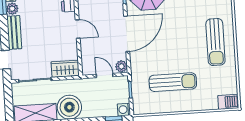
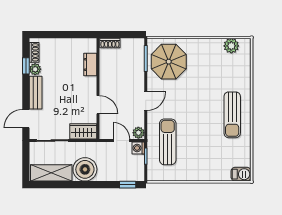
door: (78, 29) -> (98, 105), moved
door: (127, 34) -> (146, 101), width x0.53
sun lounger: (173, 82) -> (168, 142), moved, turned -90
washing machine: (124, 110) -> (138, 148), moved

